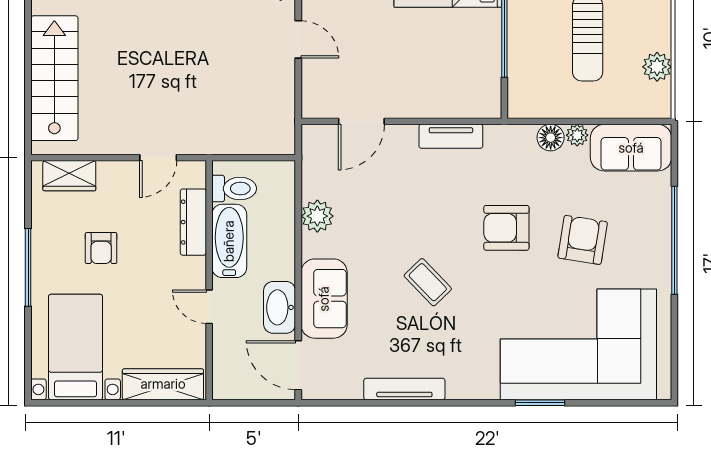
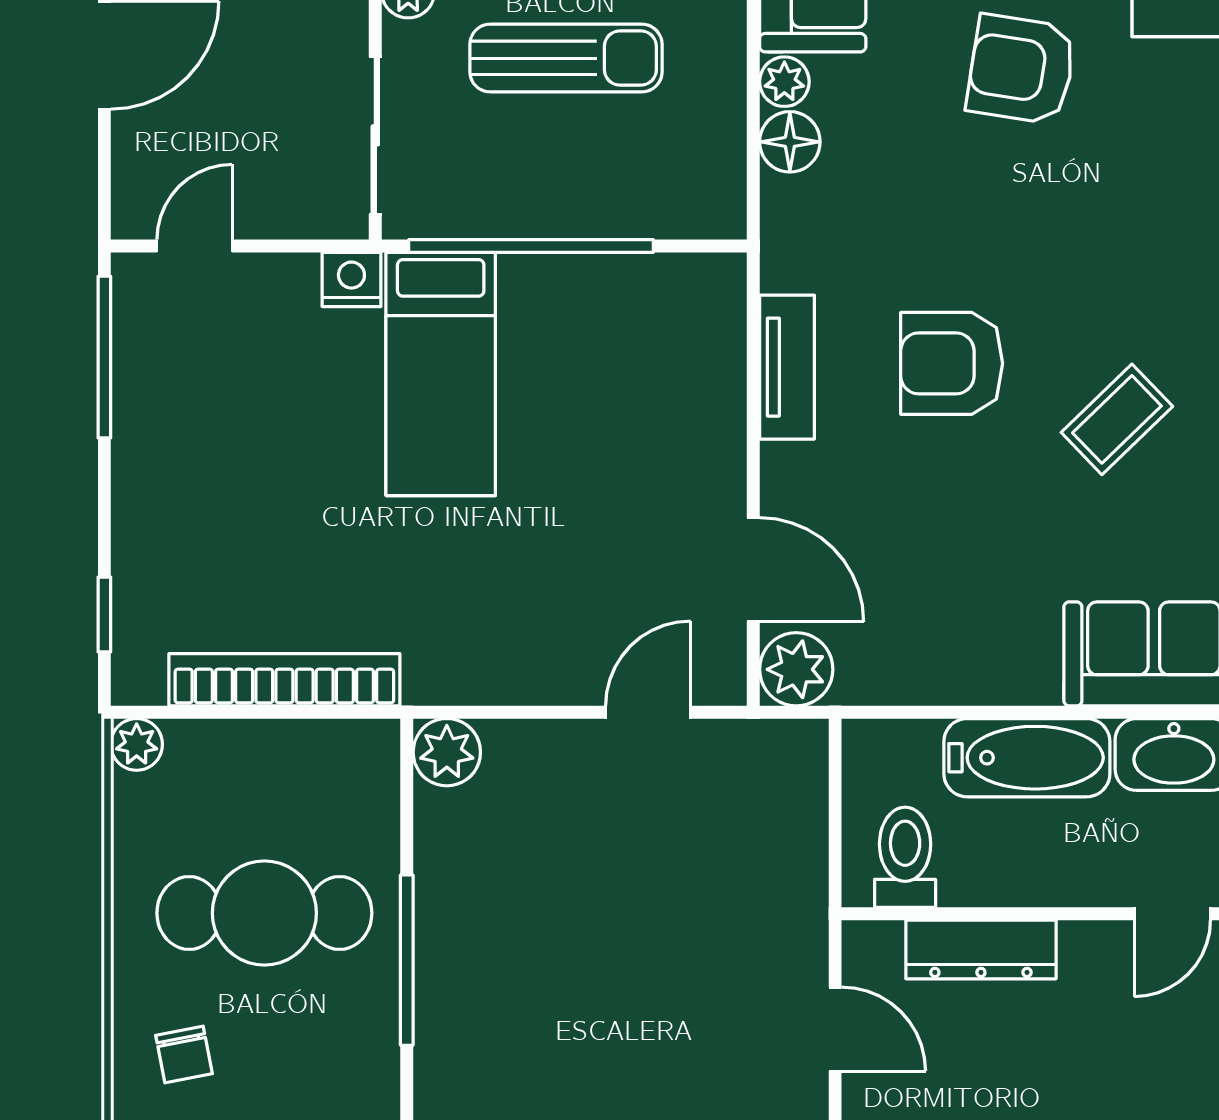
door: (298, 39) -> (648, 712), moved
plant: (317, 216) -> (796, 669), moved
armchair: (506, 228) -> (952, 363), moved, turned 90
bathtub: (229, 241) -> (1027, 758), moved, turned 180

